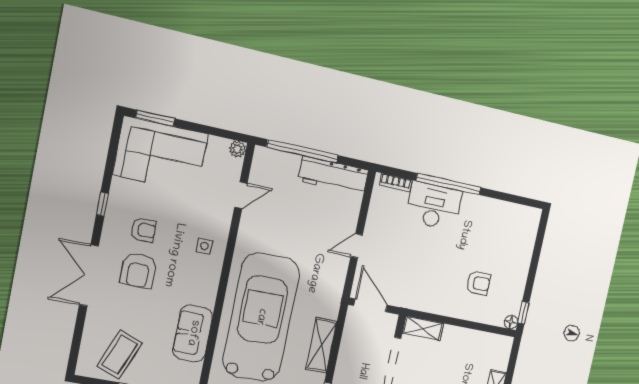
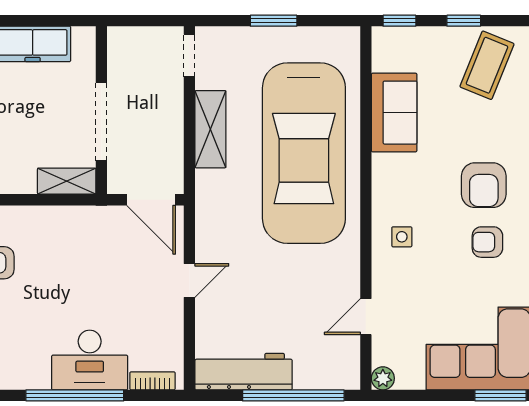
armchair: (138, 271) -> (484, 185), turned 180

